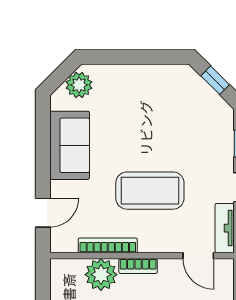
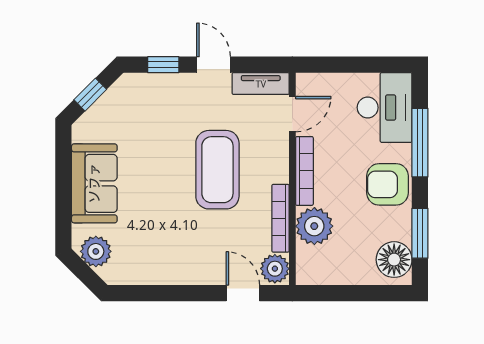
sofa: (70, 145) -> (94, 183), moved, turned 90
plant: (64, 240) -> (275, 269), added
bookcase: (138, 266) -> (304, 171), width x1.56

